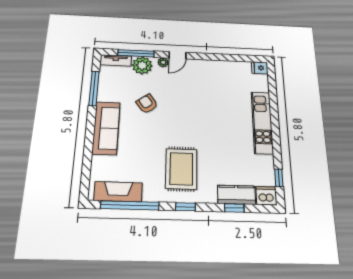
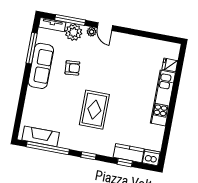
door: (177, 55) -> (105, 27), hinge flipped
fridge: (260, 68) -> (170, 65), moved
armchair: (147, 104) -> (72, 68), turned 121
sofa: (106, 128) -> (41, 66), moved
rug: (181, 169) -> (94, 110), moved
window: (279, 178) -> (165, 145), removed

